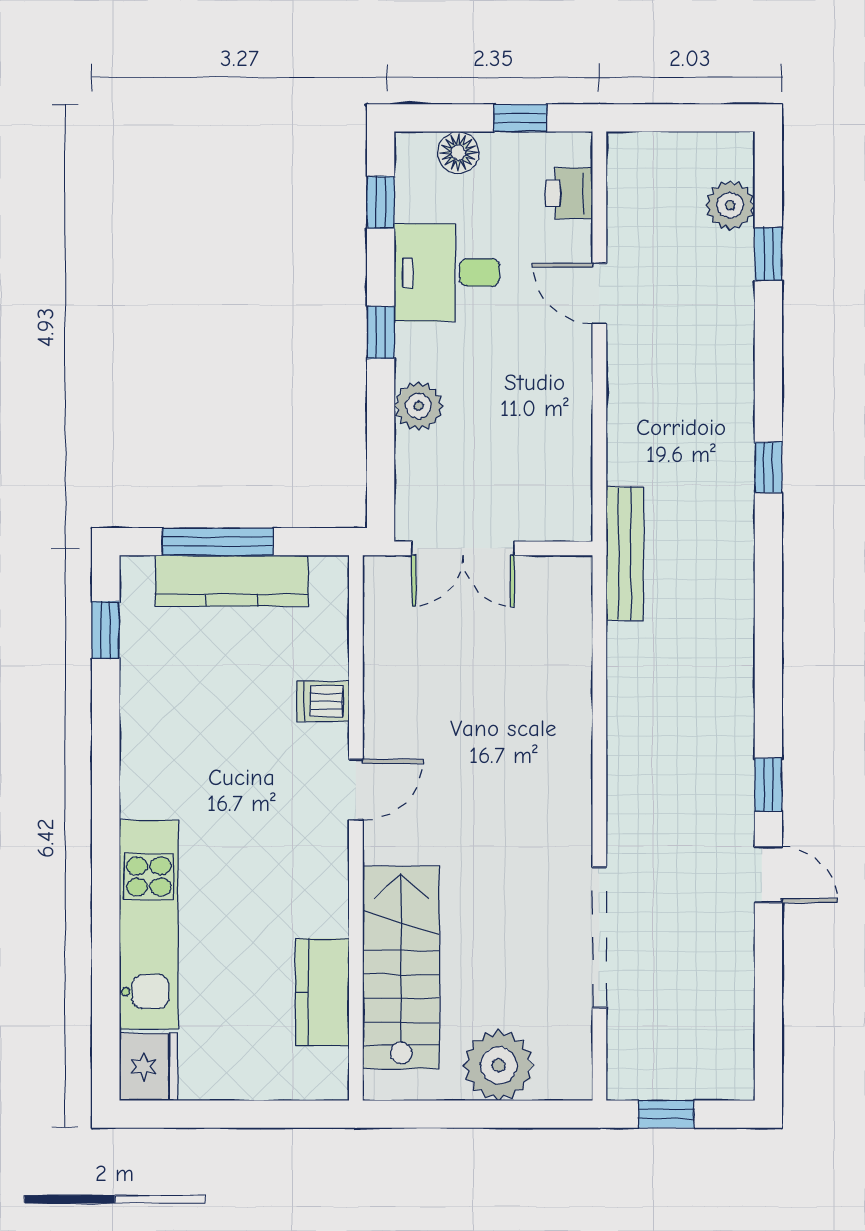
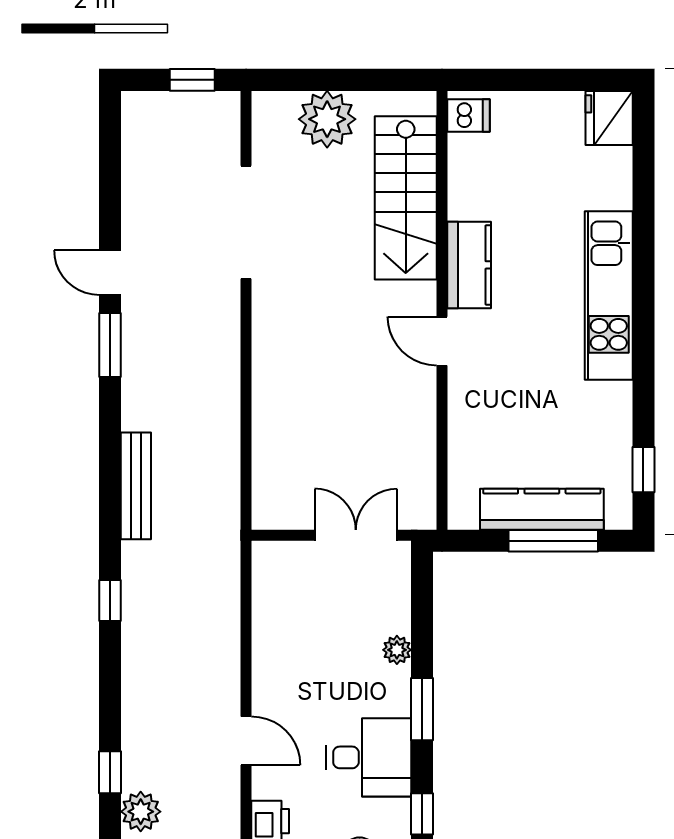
window: (381, 332) -> (422, 709), width x1.50
plant: (418, 406) -> (397, 650), width x0.73, depth x0.73
bench: (625, 554) -> (136, 486), moved
dishwasher: (323, 701) -> (469, 115), moved
window: (768, 785) -> (110, 345), width x1.50
door: (356, 790) -> (442, 341), hinge flipped
kitchen unit: (149, 925) -> (609, 296), moved
kitchen counter: (322, 992) -> (469, 265), moved

